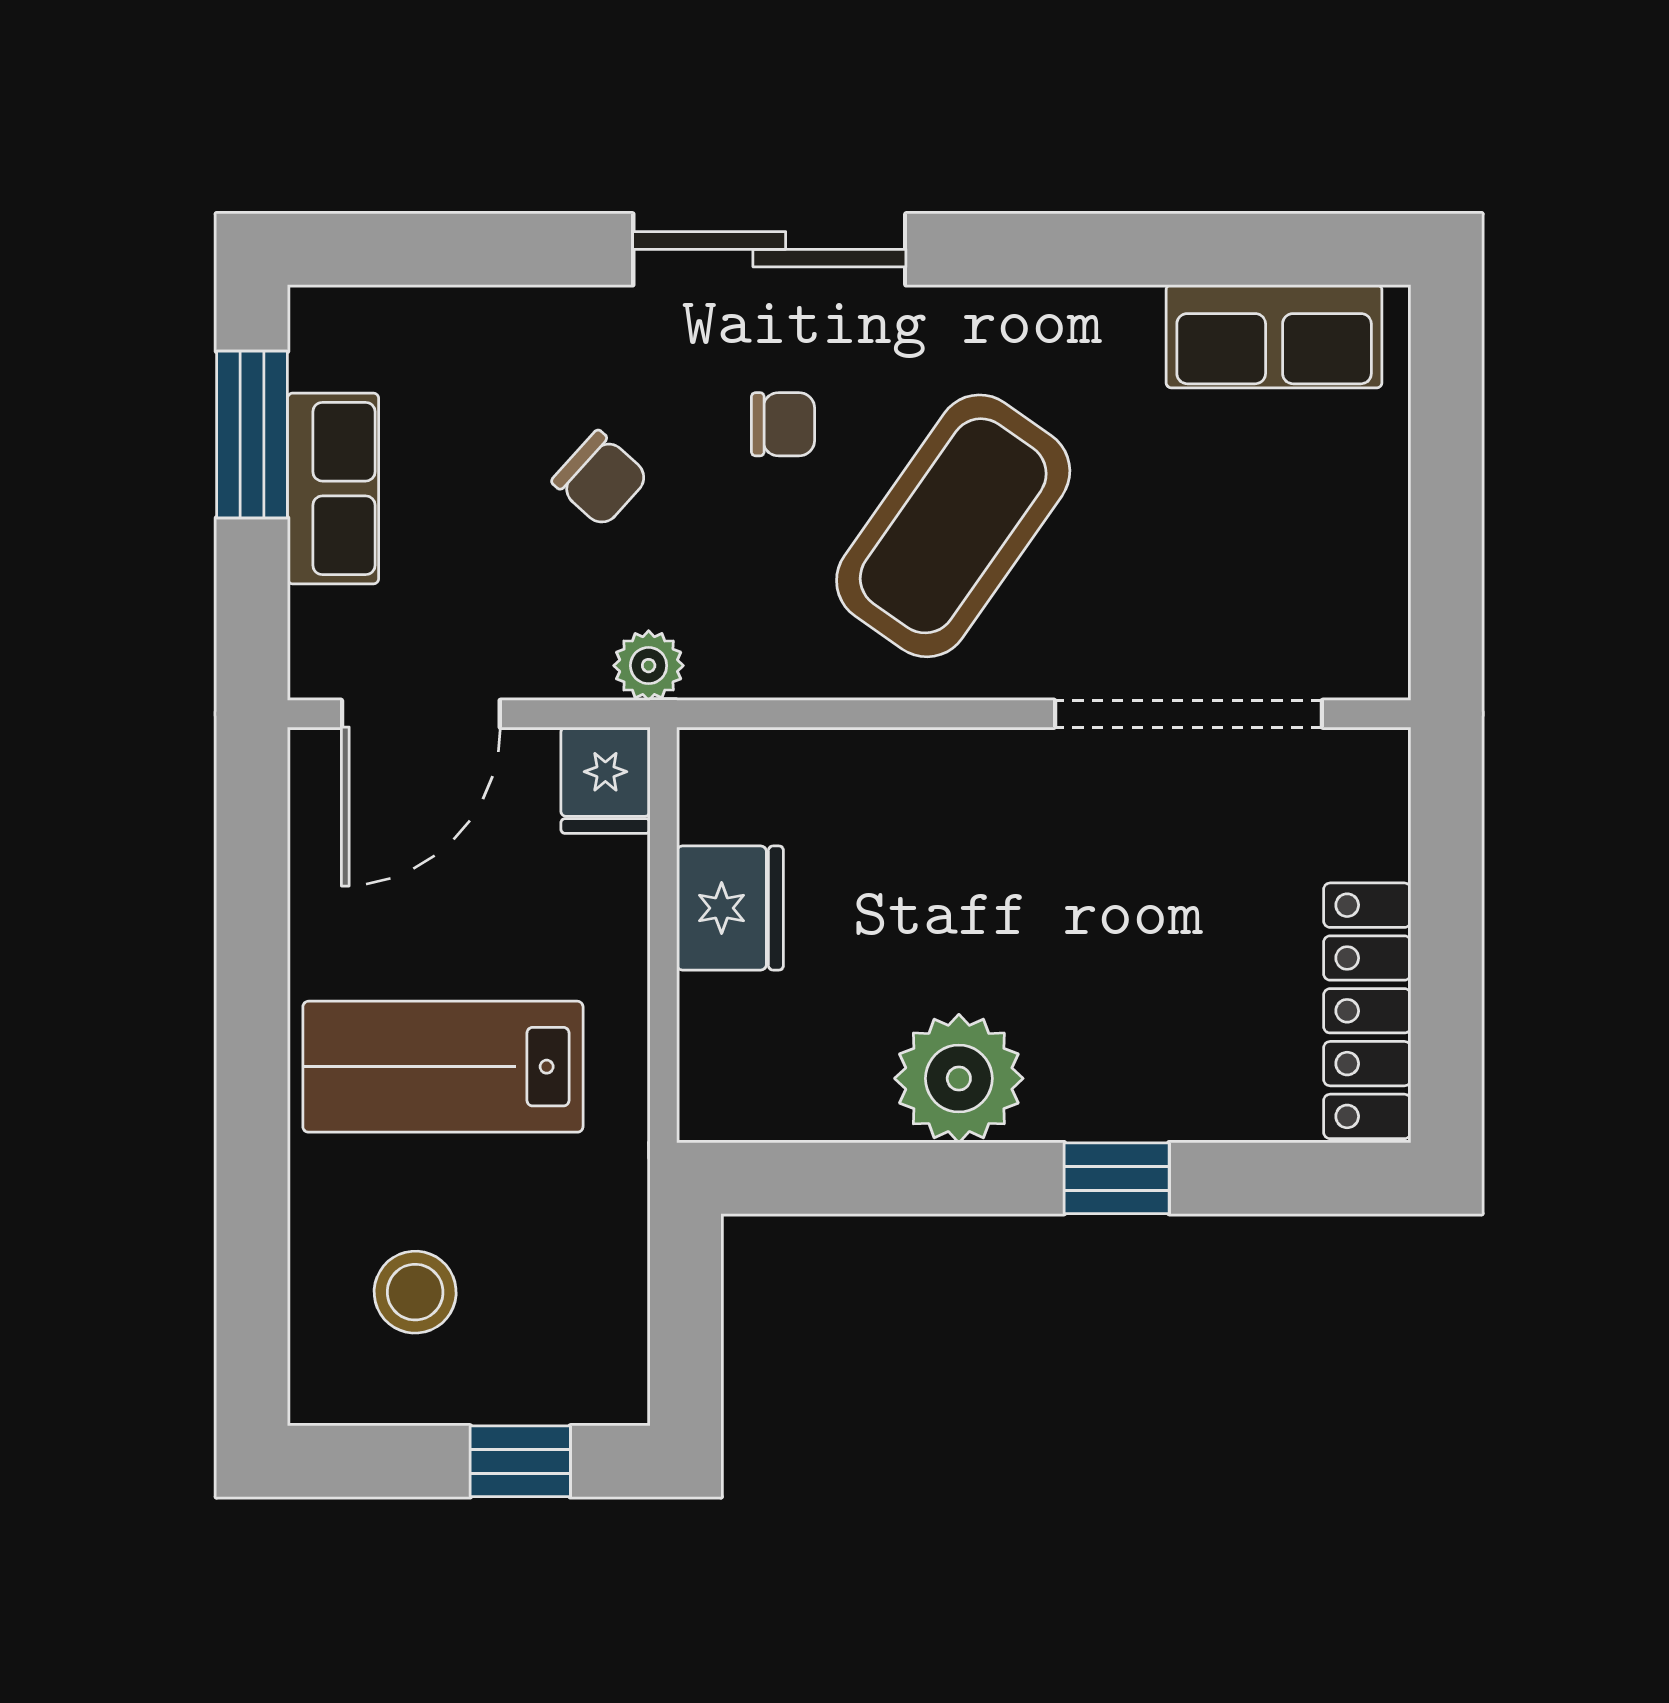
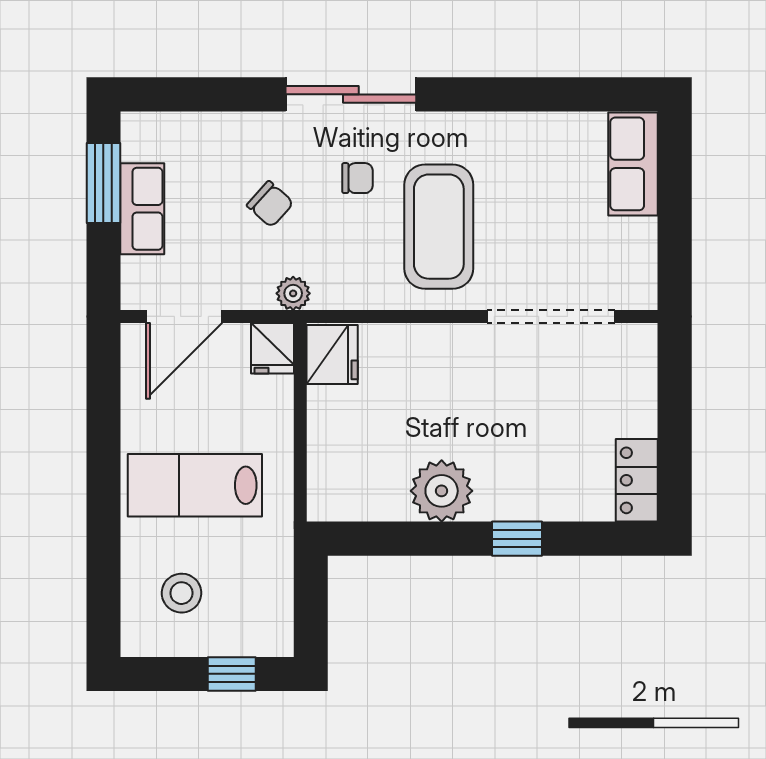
row of seats: (1274, 336) -> (633, 164), moved, turned 90
coffee table: (953, 526) -> (439, 227), turned -35
fridge: (730, 908) -> (332, 354), moved
locker: (1367, 1011) -> (637, 480), width x0.66

